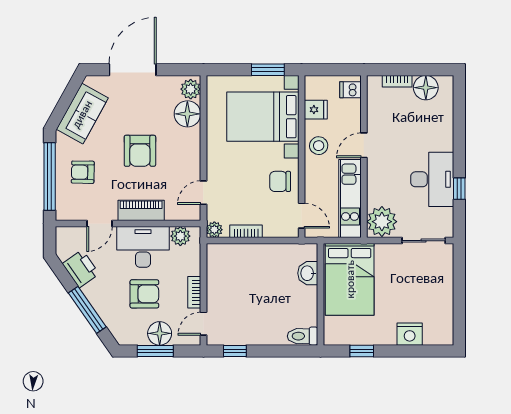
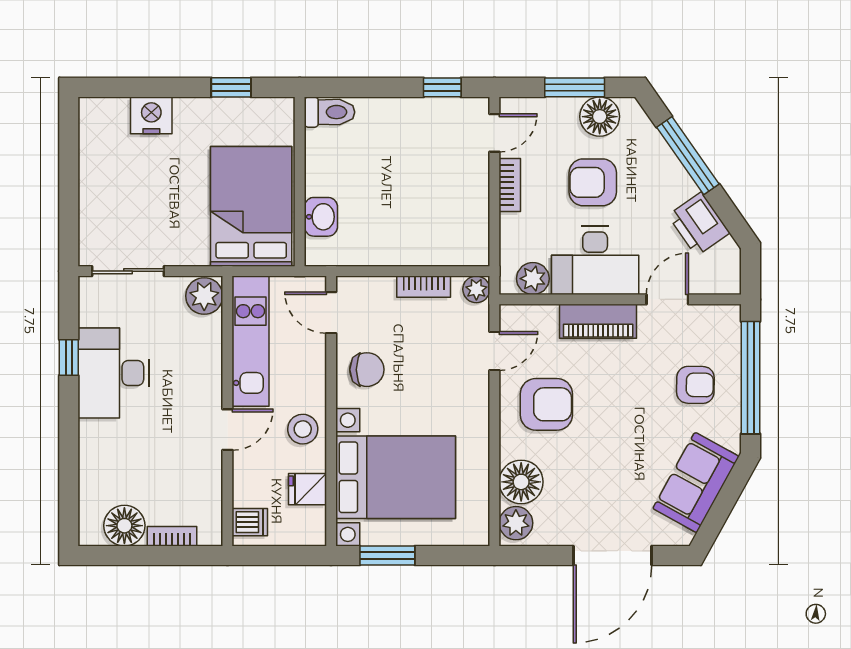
armchair: (140, 151) -> (546, 404), moved, turned 90
plant: (382, 222) -> (204, 296), width x0.73, depth x0.73
floor lamp: (160, 333) -> (600, 117), moved

